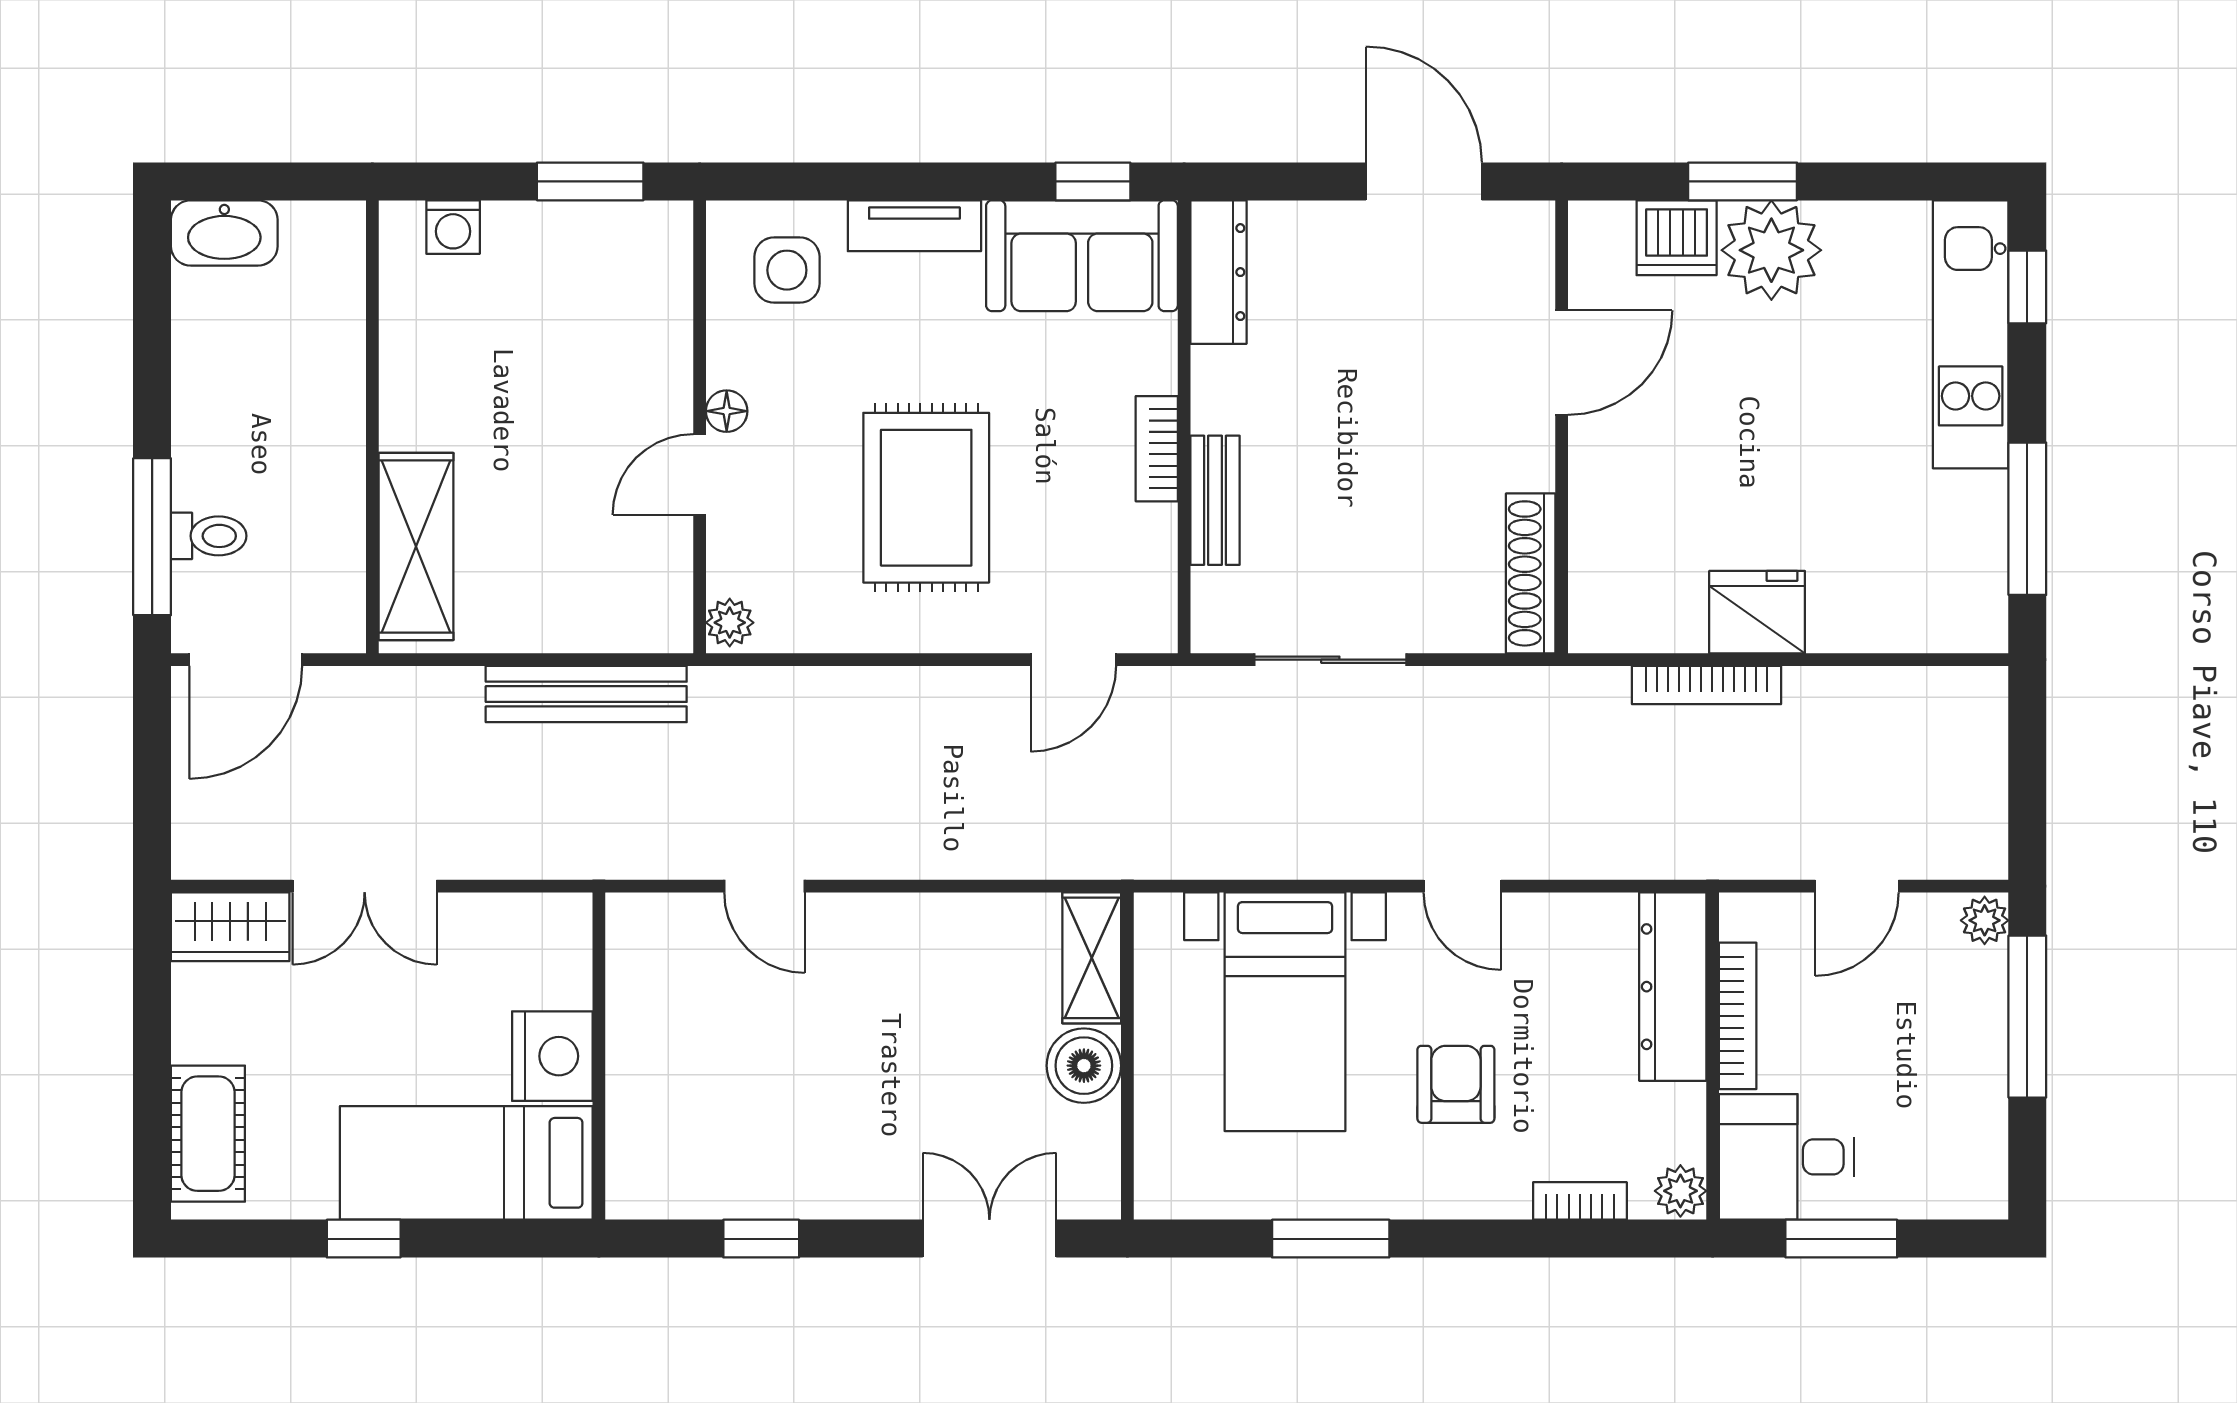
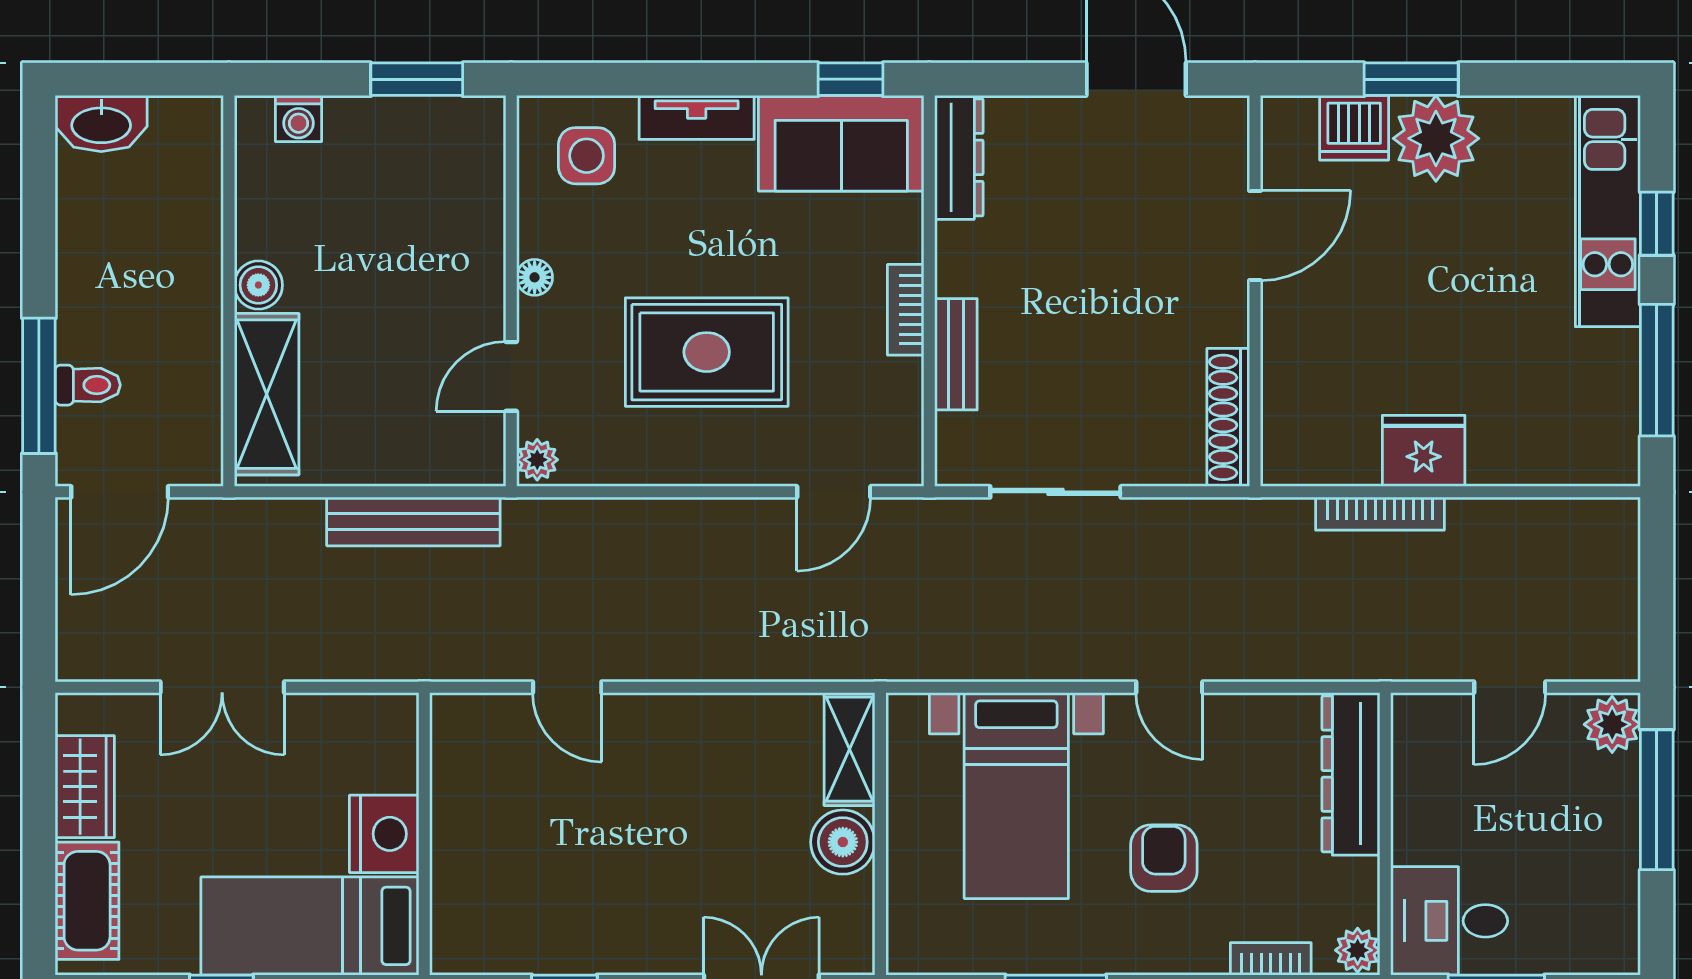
window: (2027, 287) -> (1657, 224), moved
boiler: (407, 420) -> (258, 285), added
door: (700, 474) -> (511, 376), moved
rug: (926, 498) -> (707, 352), turned 90
plant: (1985, 920) -> (1612, 724), width x1.38, depth x1.38
wardrobe: (230, 927) -> (85, 787), moved, turned -90
bookcase: (1738, 1016) -> (1407, 799), removed

